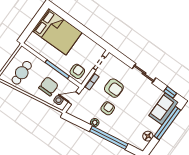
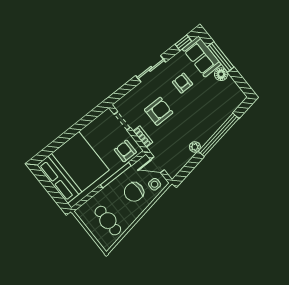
bed: (57, 32) -> (73, 167), width x1.36
chair: (49, 86) -> (134, 192), turned -90
door: (74, 98) -> (157, 165), hinge flipped
armchair: (108, 108) -> (183, 83), moved
window: (167, 123) -> (221, 57), width x0.68
floor lamp: (148, 136) -> (221, 74), moved

